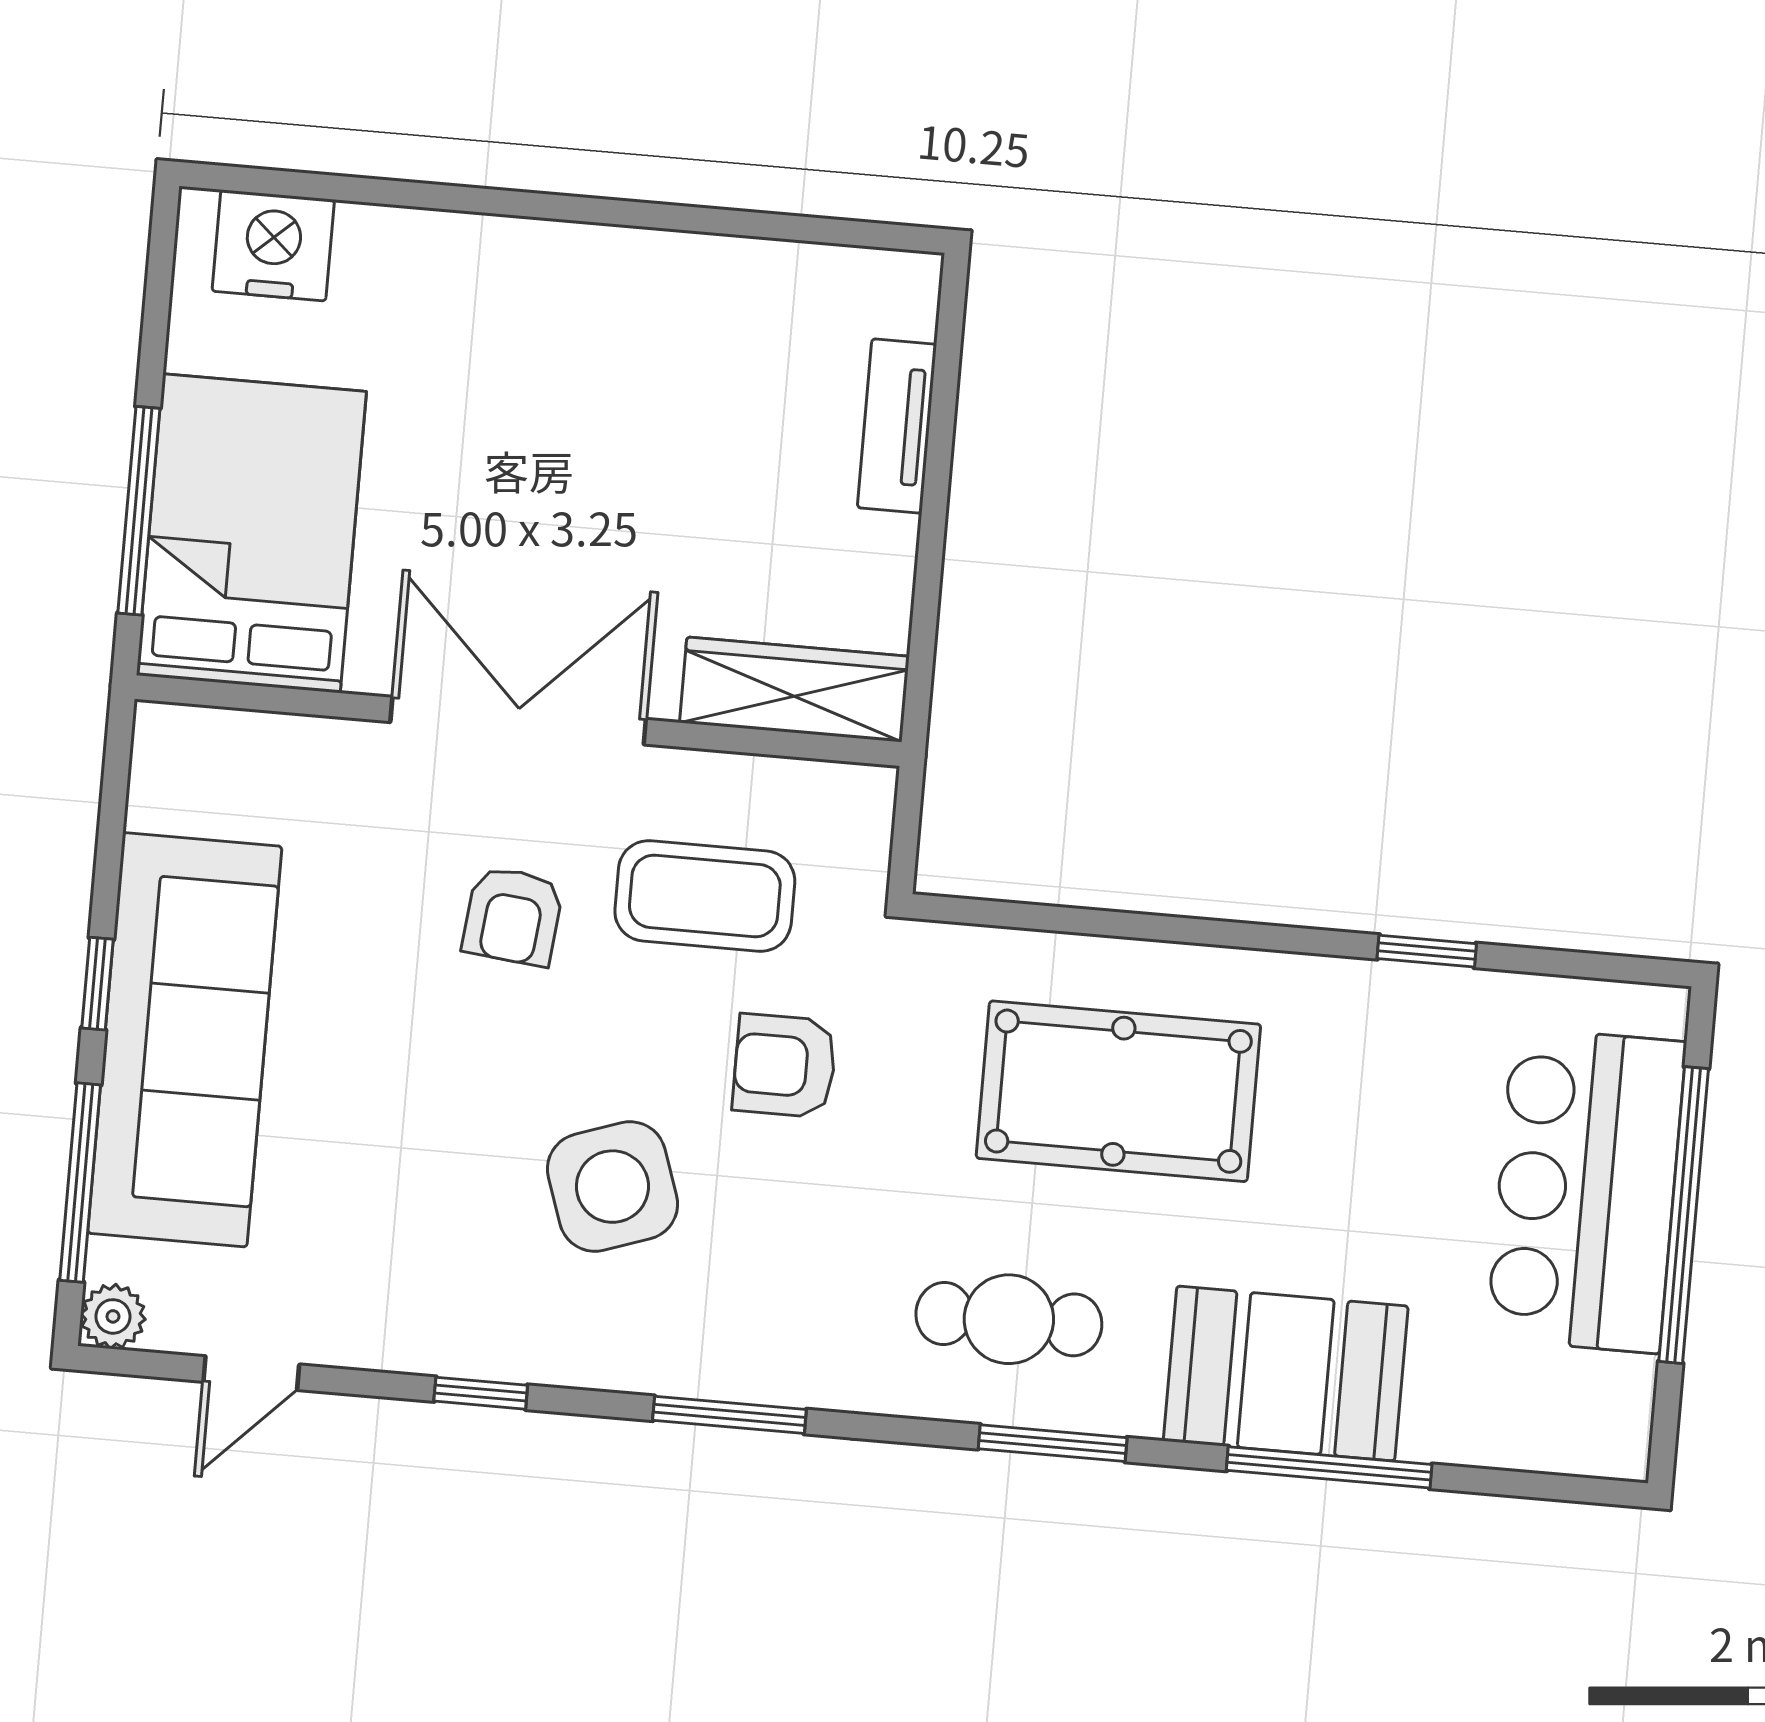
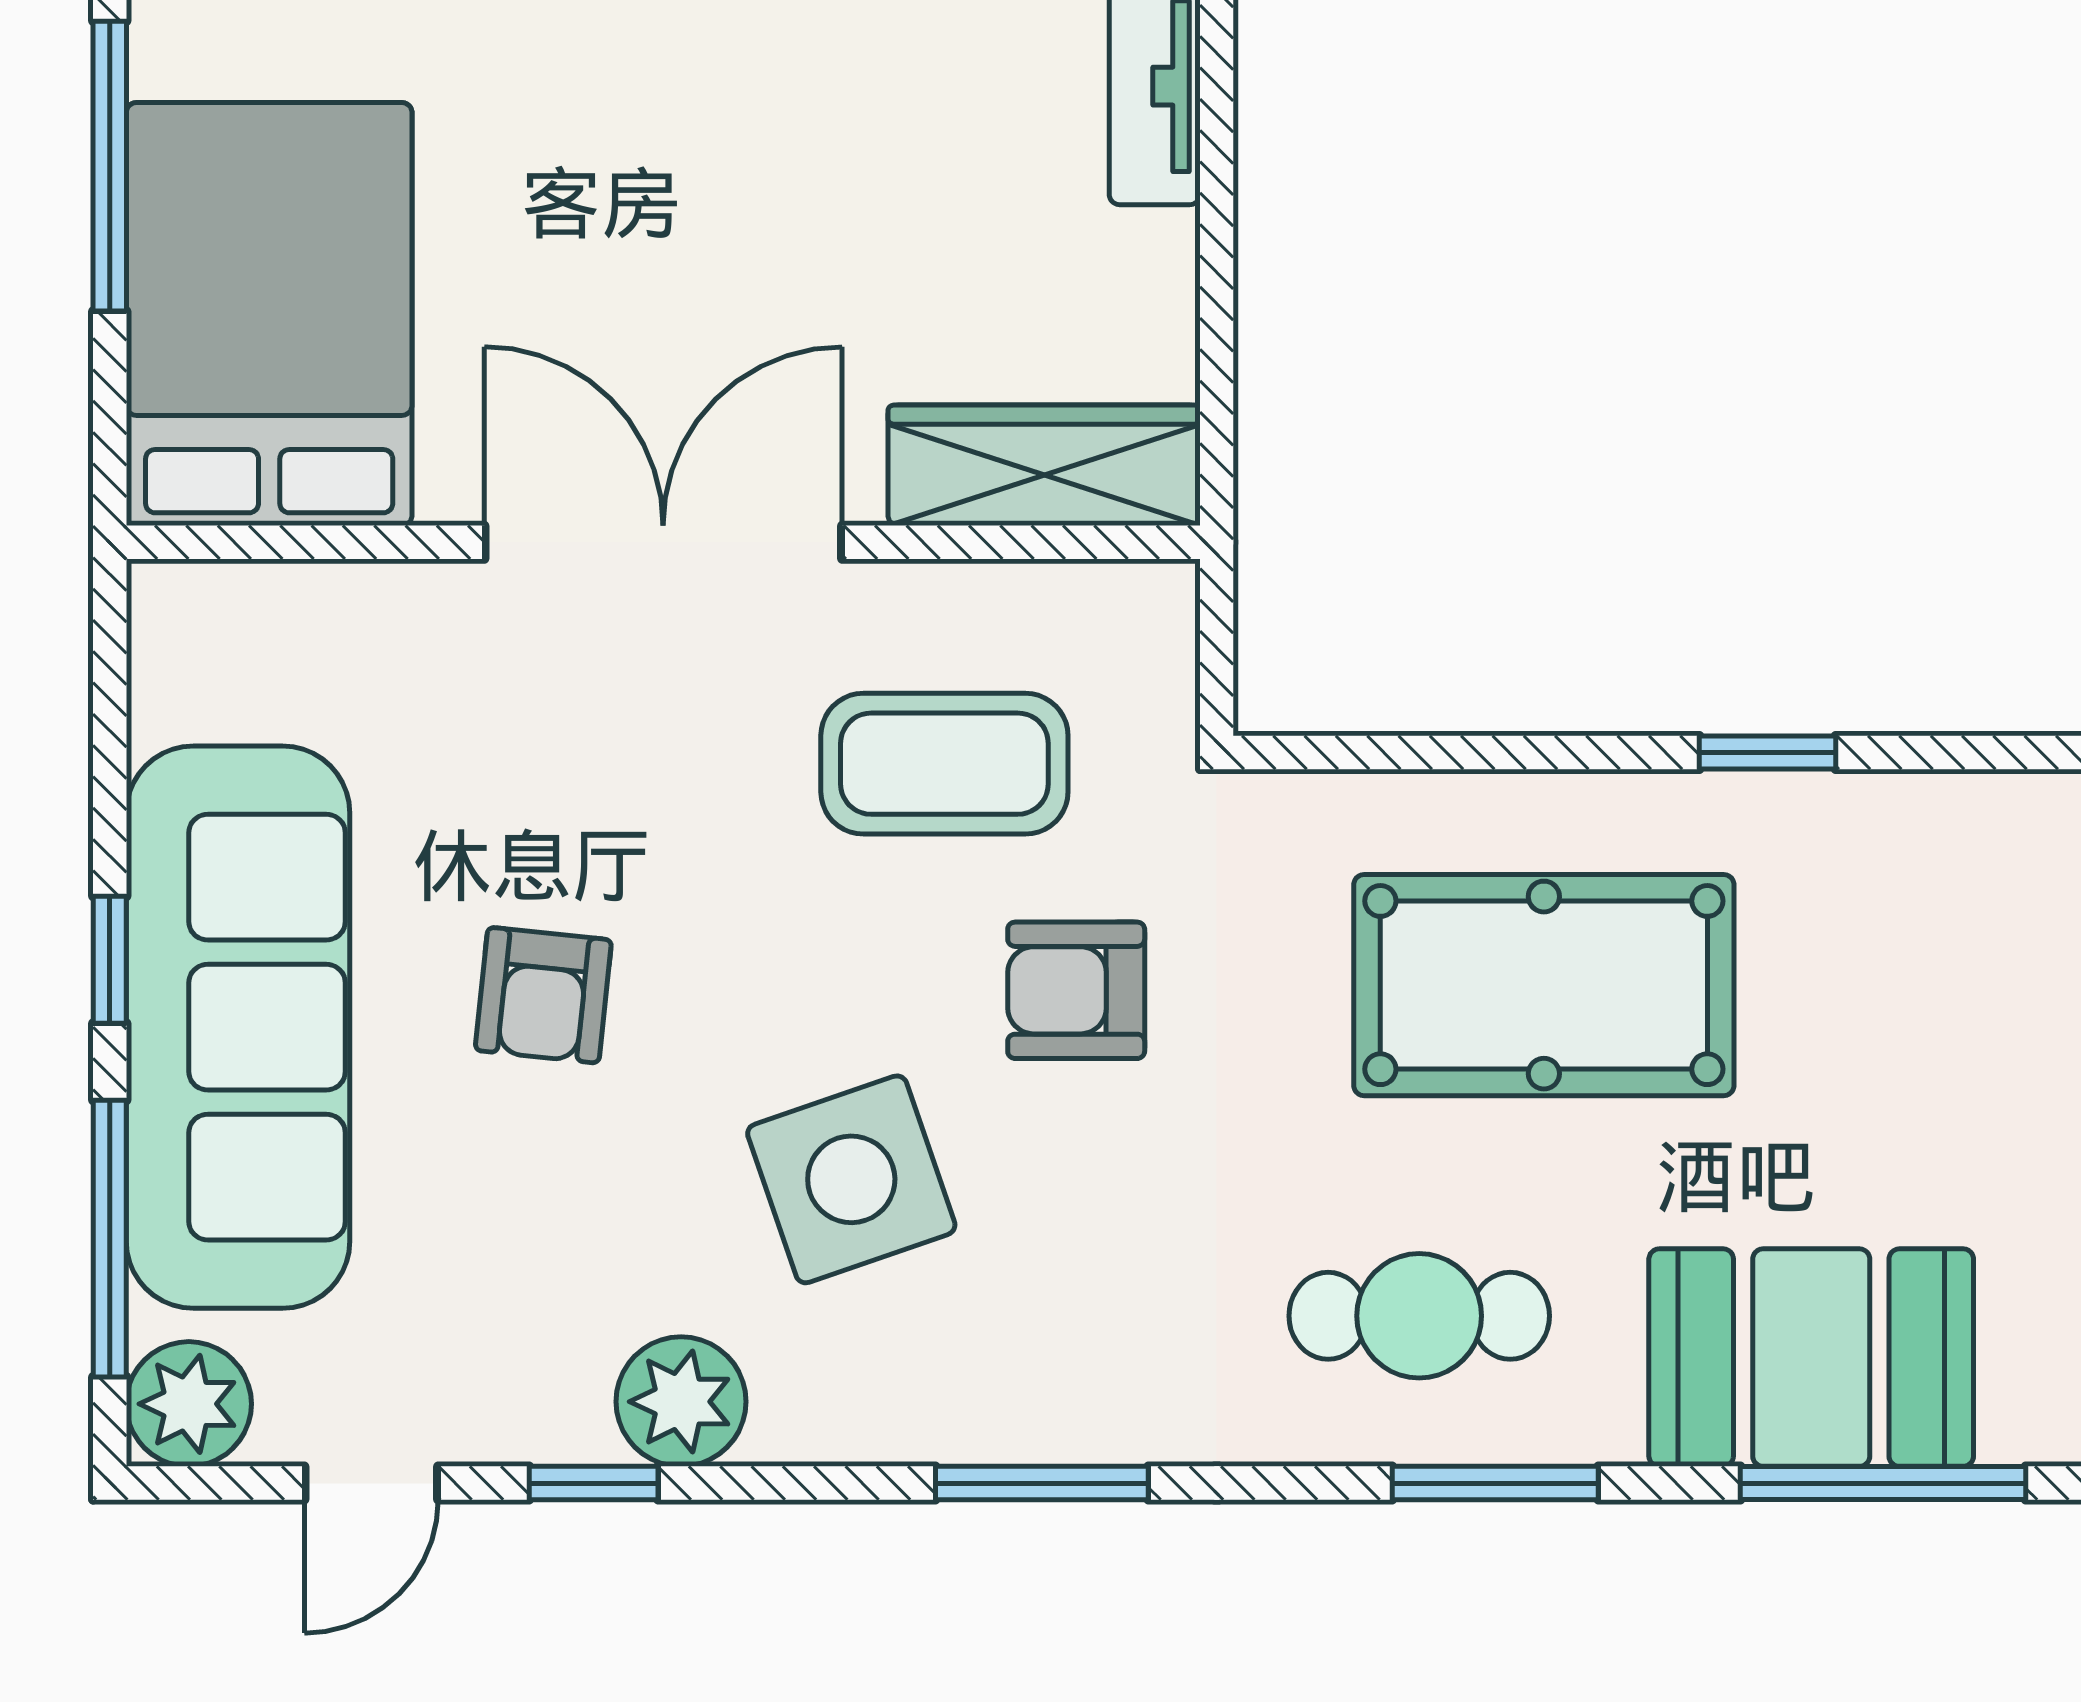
window: (139, 511) -> (110, 166), moved
armchair: (513, 916) -> (543, 995), moved
window: (1427, 951) -> (1767, 753), moved
plant: (113, 1316) -> (189, 1404), width x1.38, depth x1.38
plant: (477, 1334) -> (681, 1402), added
window: (481, 1393) -> (594, 1483), moved

